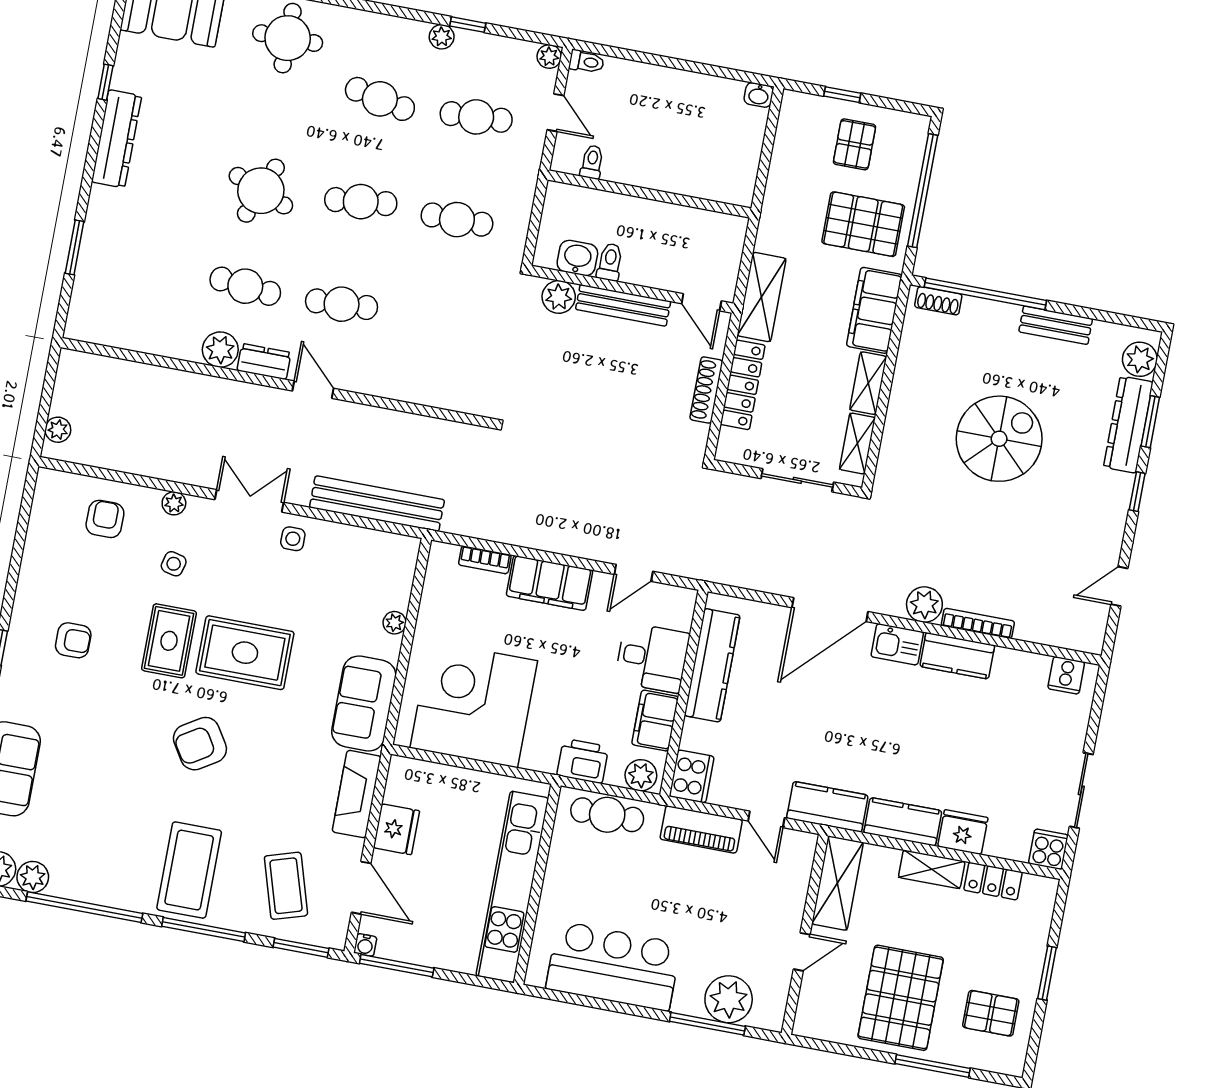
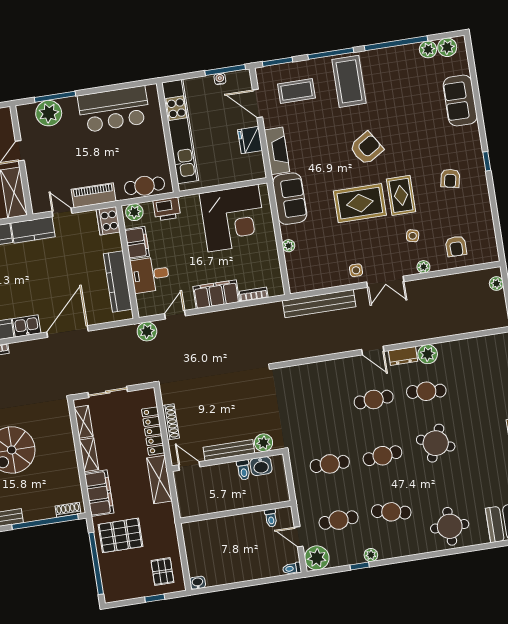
plant: (549, 57) -> (317, 558), width x1.87, depth x1.87
pallet: (855, 144) -> (162, 571), moved
plant: (924, 605) -> (147, 331), moved
armchair: (73, 640) -> (450, 178), turned -79
coffee table: (286, 886) -> (296, 91), turned -73
water cooler: (365, 945) -> (220, 79), moved

